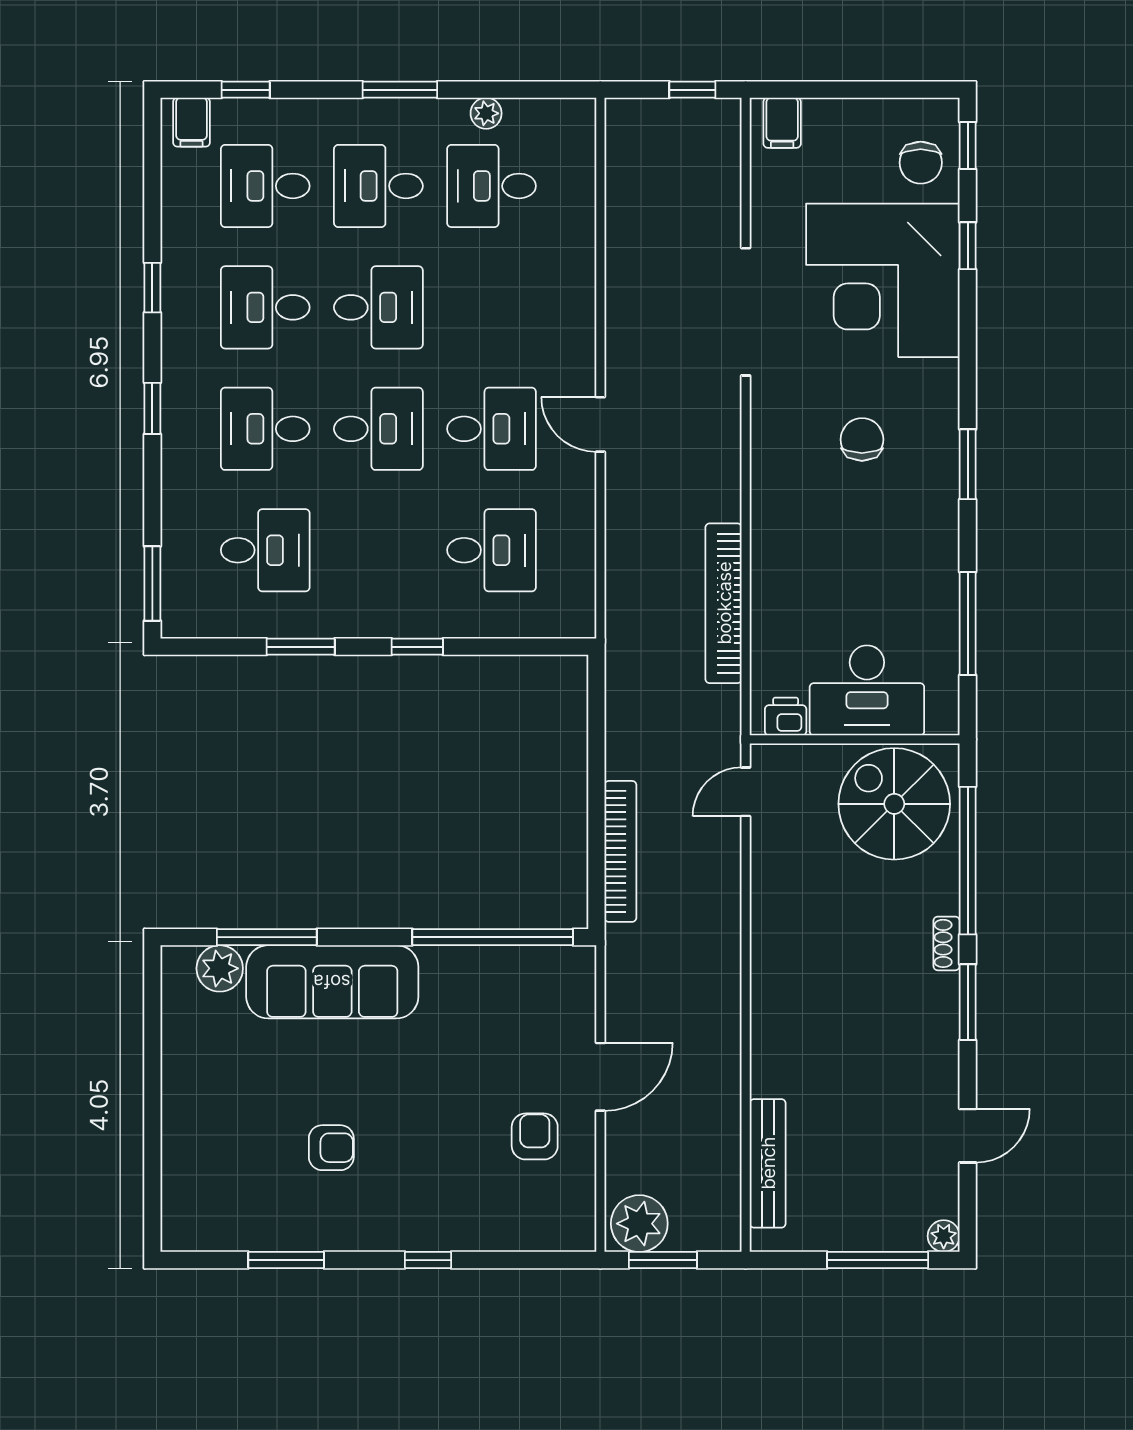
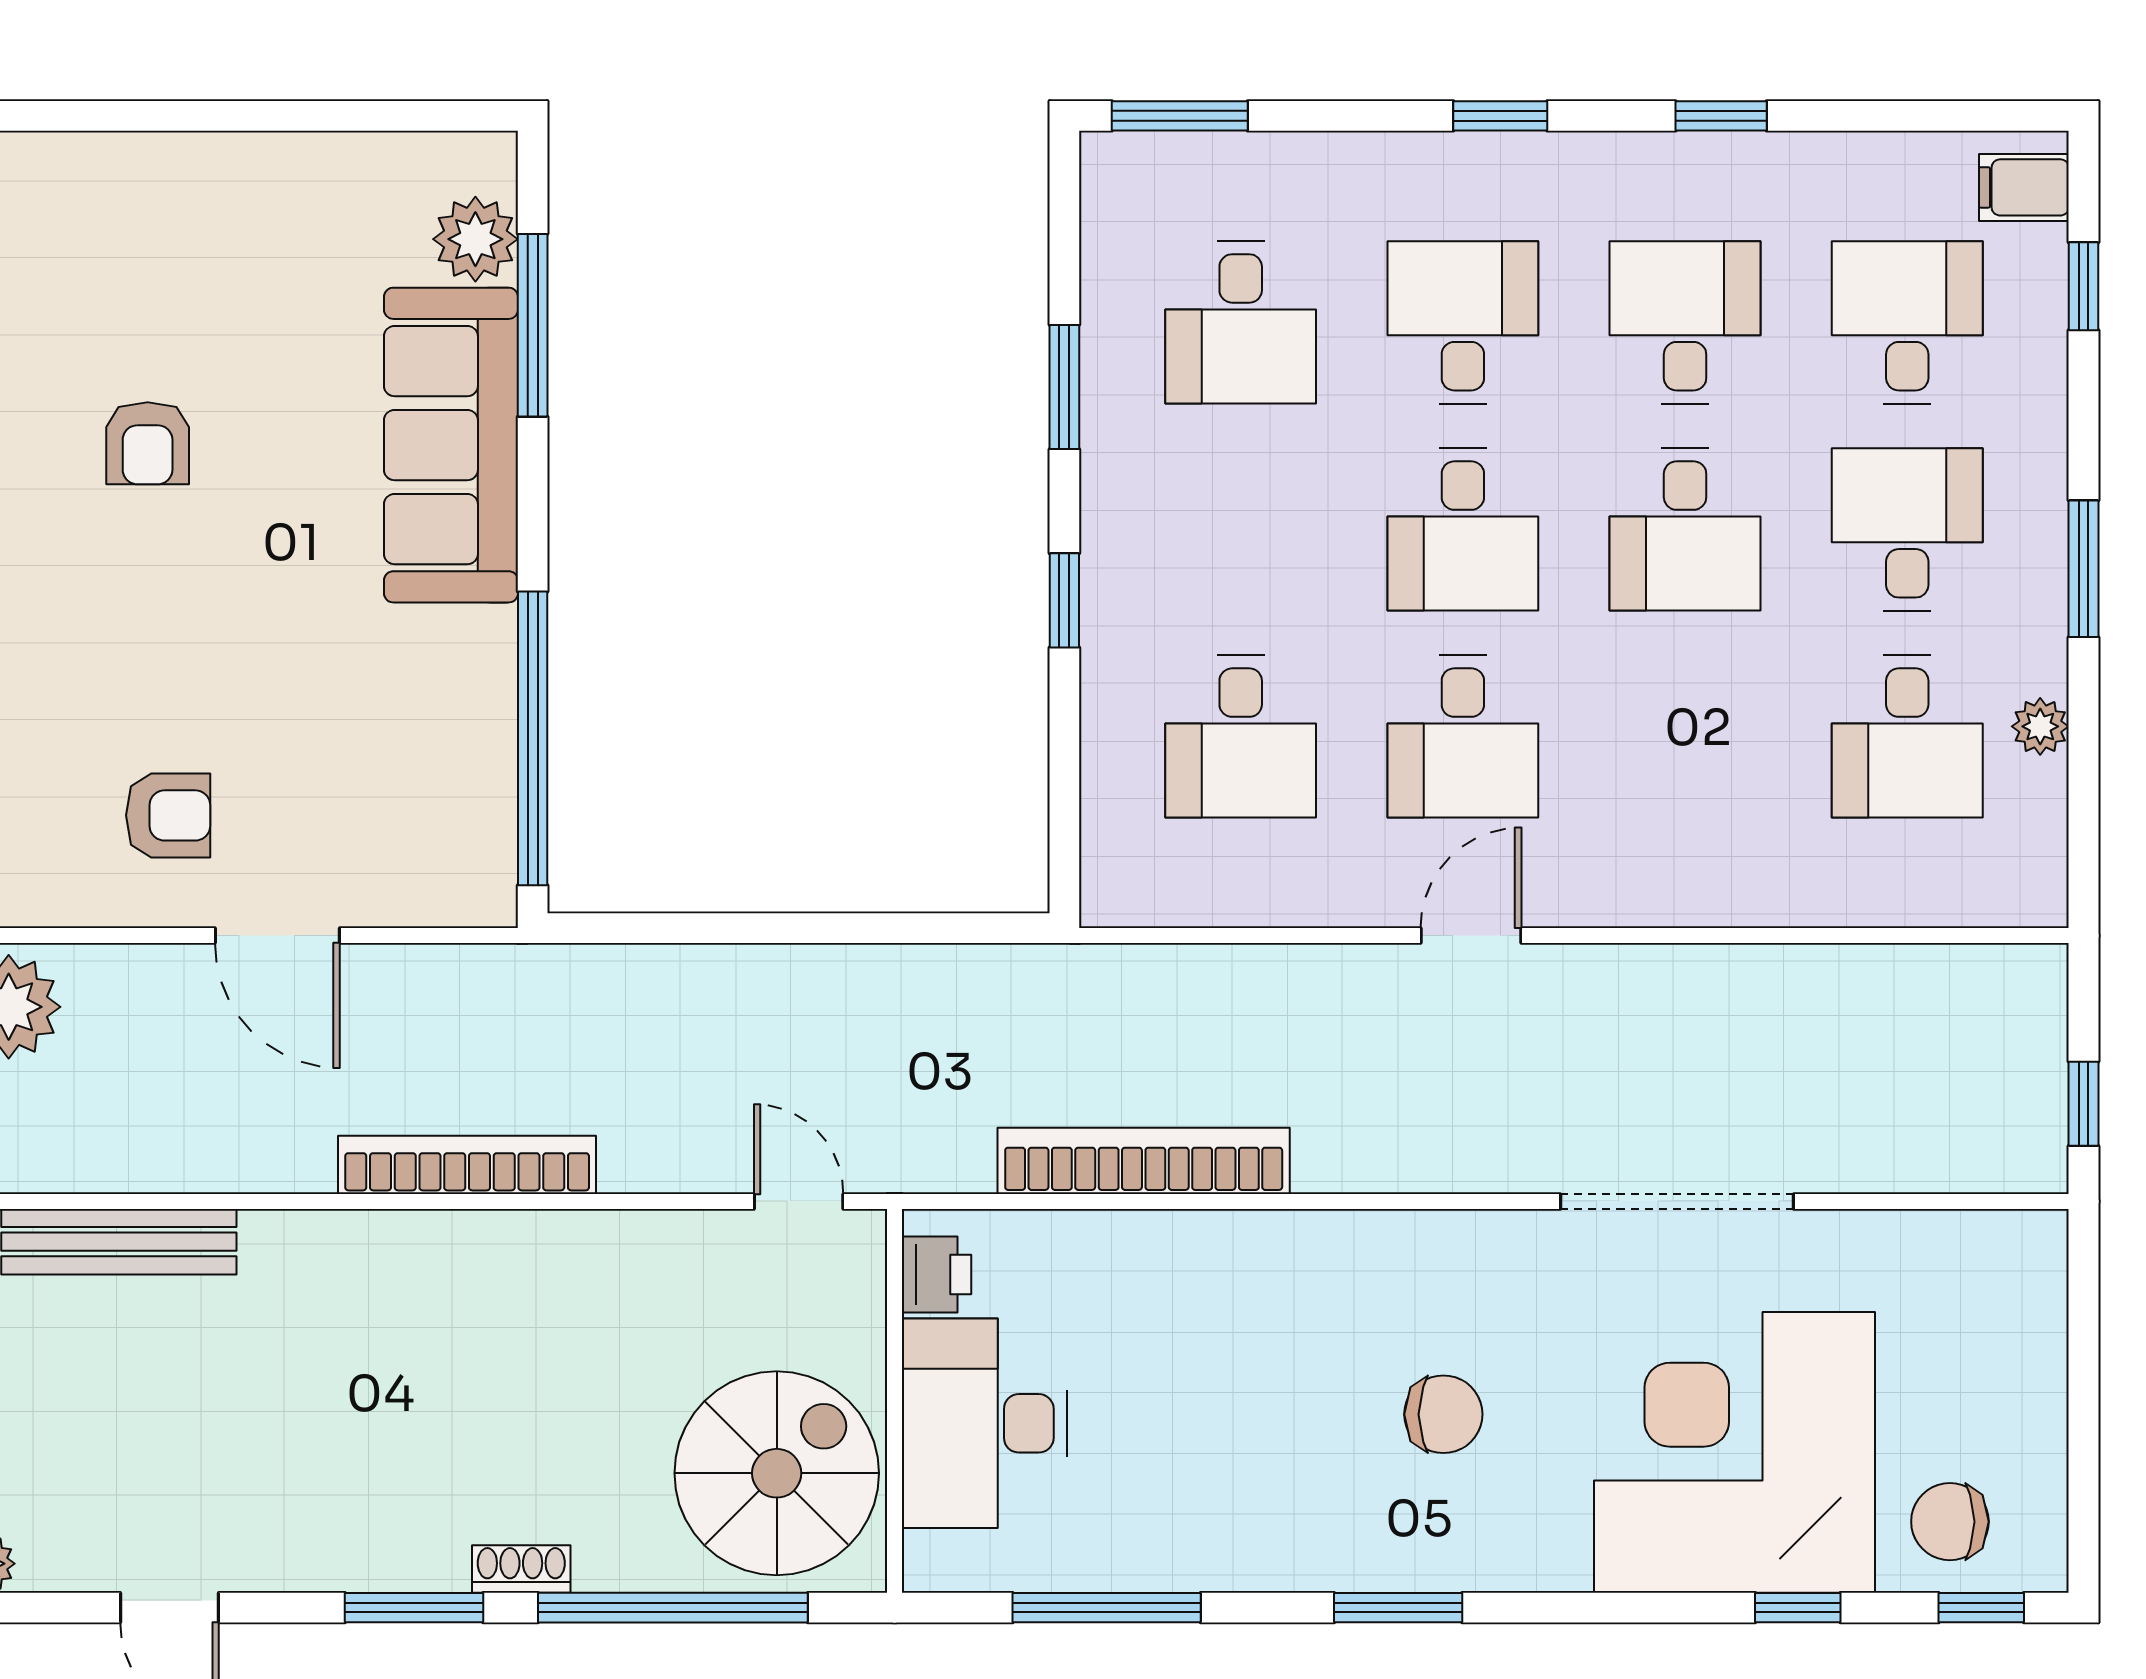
filing cabinet: (782, 123) -> (2023, 1268), removed
desk: (492, 186) -> (1907, 736), turned 180
bookcase: (620, 851) -> (467, 1165), moved, turned 180

